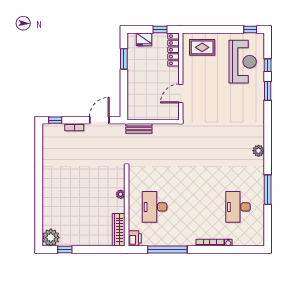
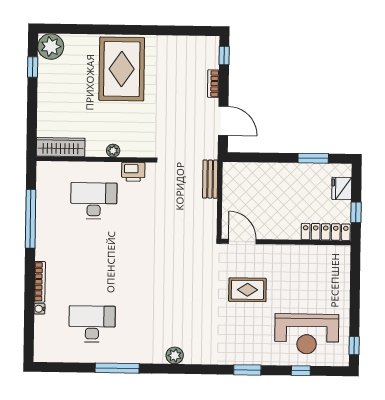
rug: (202, 47) -> (247, 290), moved, turned 90
window: (268, 91) -> (247, 370), moved
door: (181, 93) -> (242, 241), moved
rug: (65, 189) -> (122, 69), added
printer: (135, 238) -> (133, 172), moved

